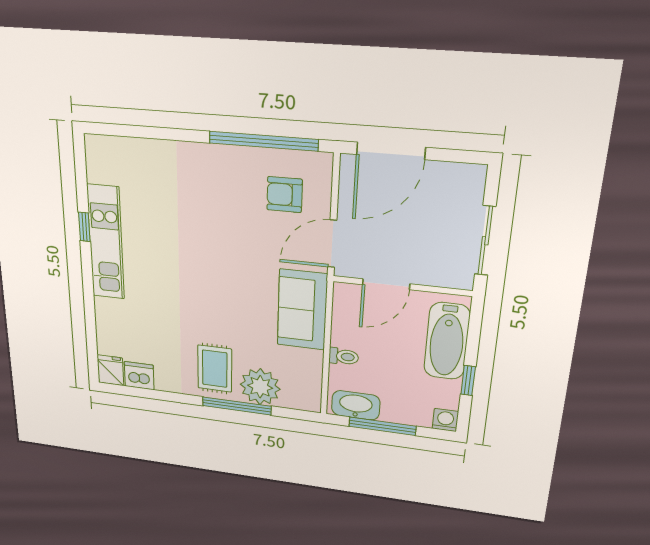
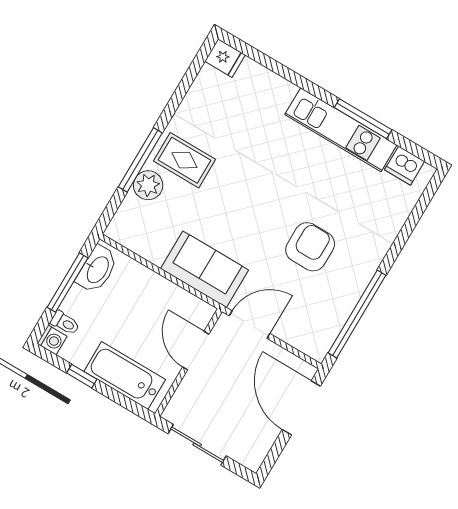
armchair: (285, 195) -> (310, 247), moved, width x1.38, depth x1.38
window: (84, 227) -> (363, 119), width x2.17
door: (332, 244) -> (250, 325), hinge flipped
toilet: (344, 357) -> (65, 323), moved, turned -90
dishwasher: (139, 376) -> (405, 166), moved, turned 90
plant: (260, 387) -> (148, 185), width x0.73, depth x0.73

